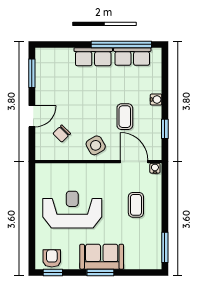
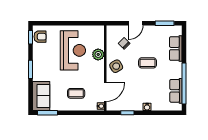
row of seats: (93, 57) -> (176, 49), moved
door: (32, 116) -> (136, 23), hinge flipped
coffee table: (125, 117) -> (148, 63), moved
plant: (78, 172) -> (98, 54), added
sofa: (102, 257) -> (41, 96), moved

